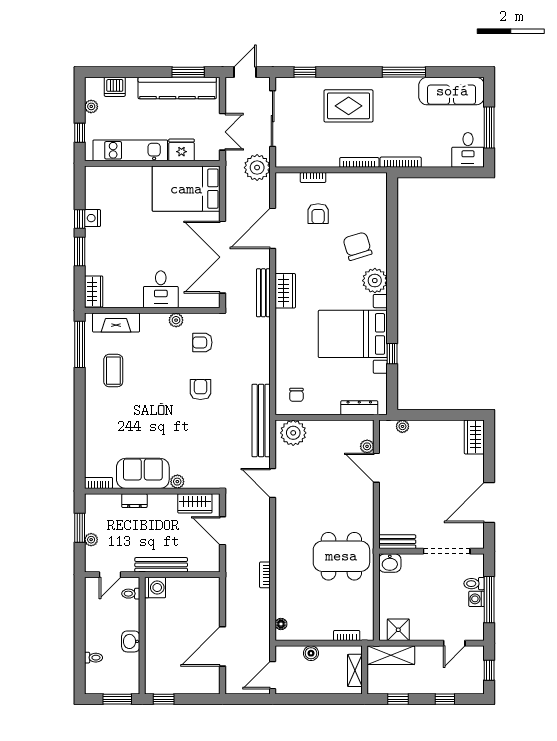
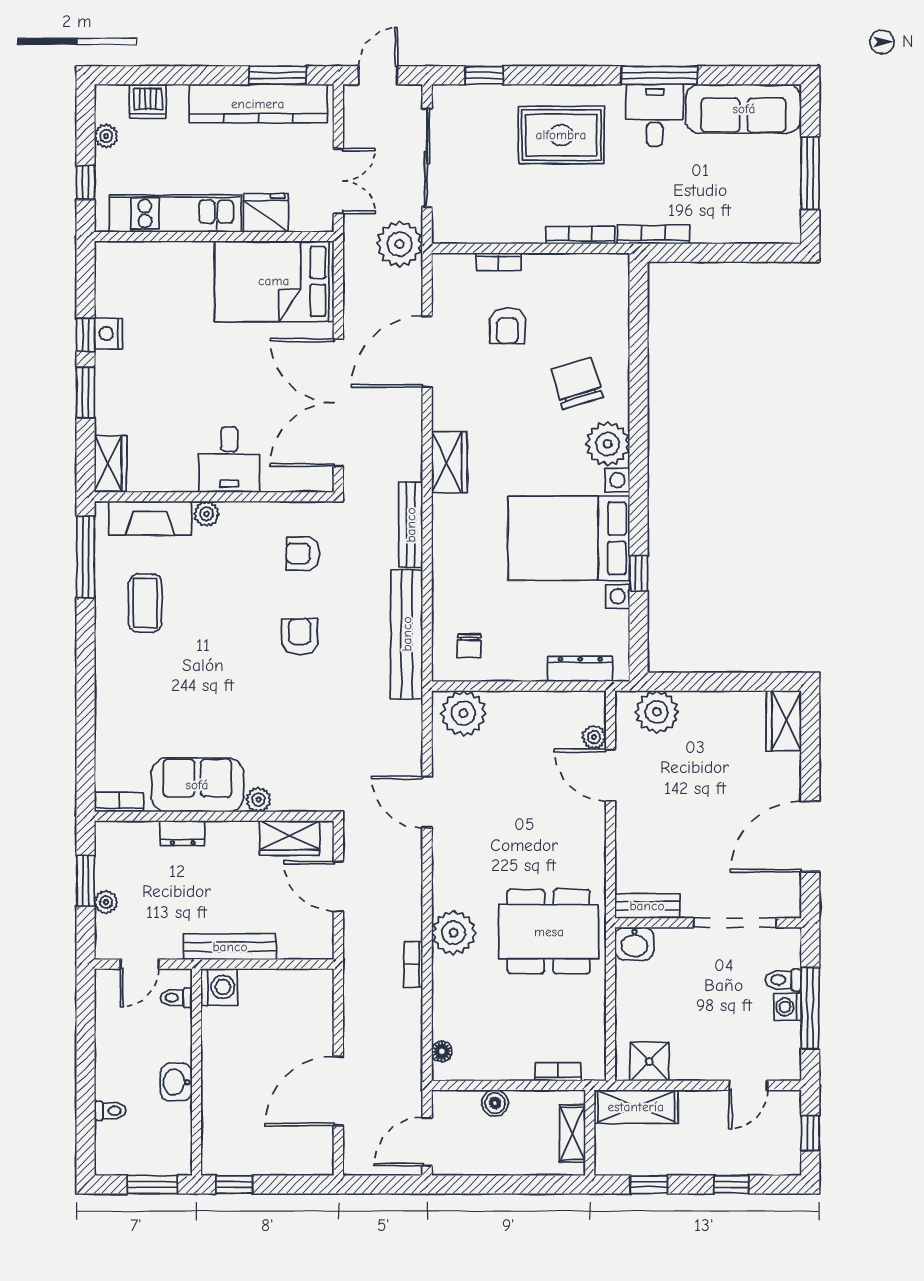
desk: (468, 150) -> (655, 115), moved, turned 180
bench: (263, 293) -> (411, 525), moved
plant: (176, 320) -> (206, 514), moved
bench: (261, 421) -> (407, 634), moved
plant: (402, 426) -> (657, 712), width x1.87, depth x1.87
plant: (288, 557) -> (454, 933), added

